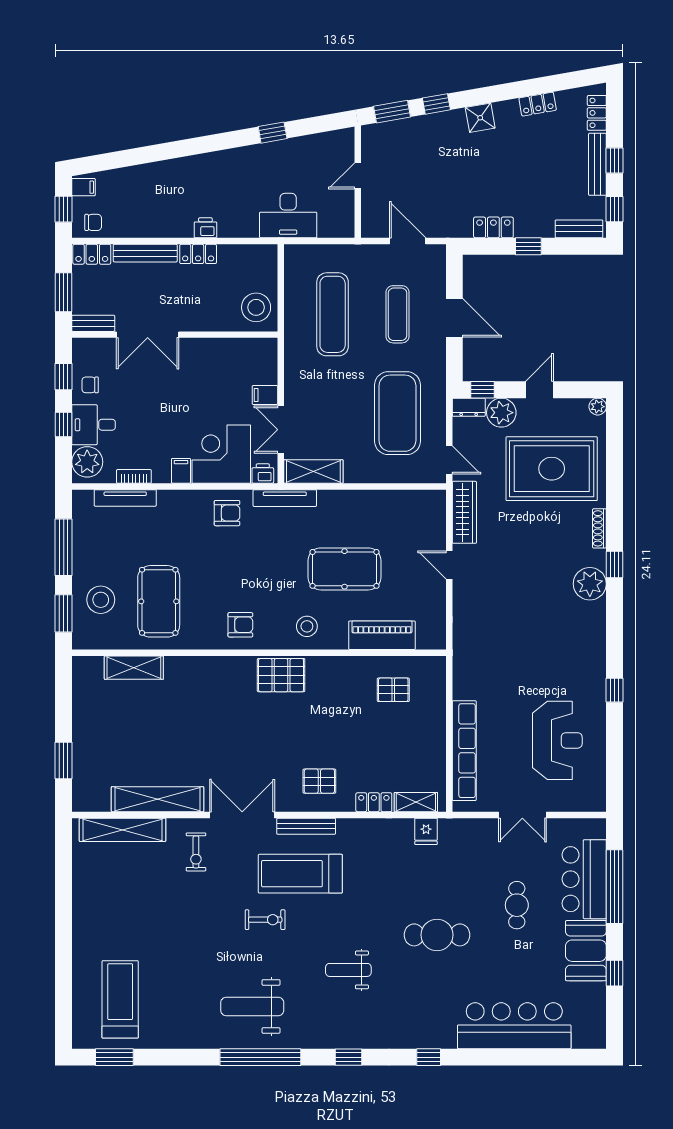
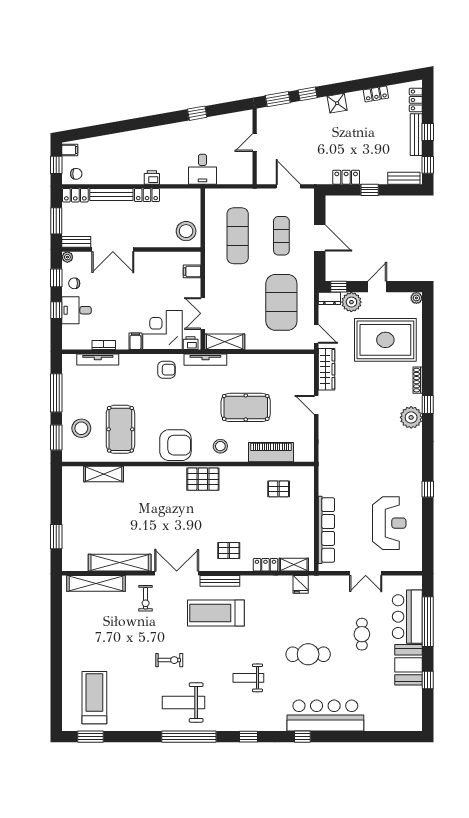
desk: (288, 216) -> (202, 169), width x0.73
filing cabinet: (265, 395) -> (192, 271), moved
plant: (87, 462) -> (67, 257), moved, width x0.53, depth x0.53
armchair: (240, 625) -> (175, 445), width x1.88, depth x1.88
exercise bike: (265, 920) -> (169, 660), moved
bar counter: (514, 1026) -> (325, 715), moved

